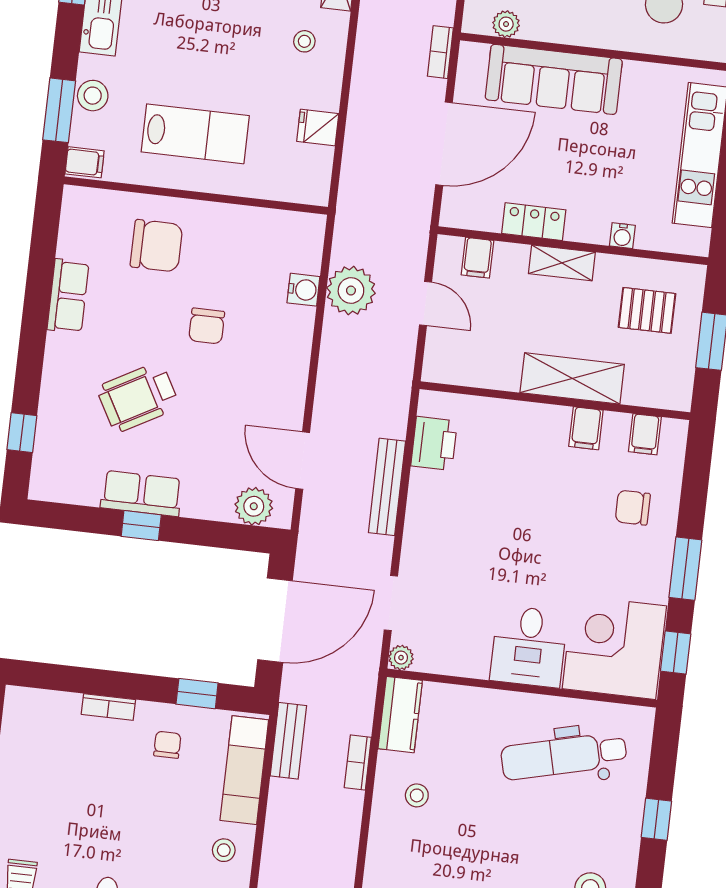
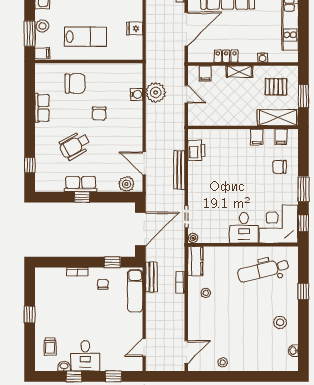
shelving: (572, 378) -> (278, 118), moved
stool: (224, 850) -> (130, 324), removed

